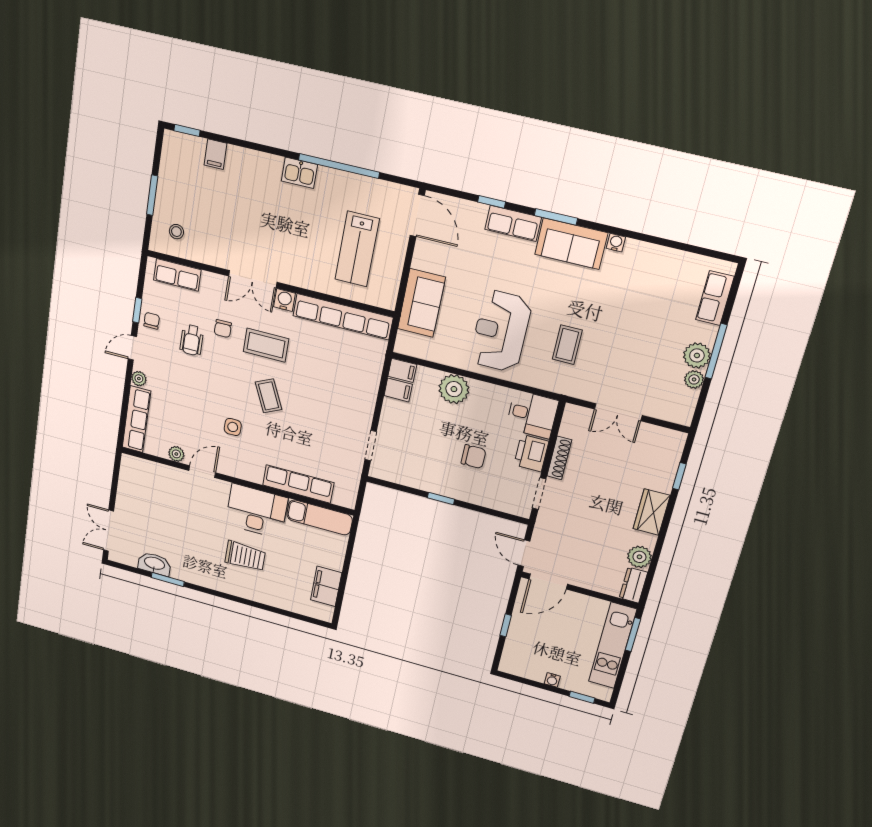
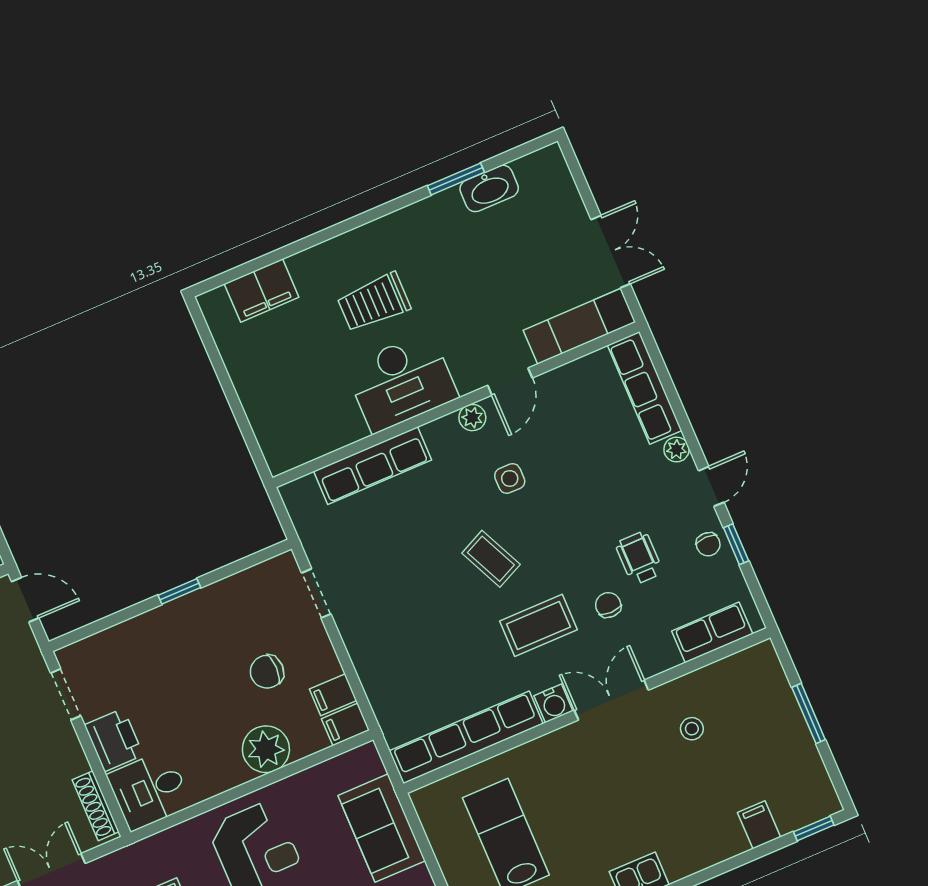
stool: (176, 232) -> (692, 729), moved
plant: (176, 454) -> (472, 418), moved
chair: (473, 457) -> (267, 672), moved
shoe rack: (559, 458) -> (96, 806), moved
exam couch: (320, 517) -> (579, 326), moved
double door: (109, 531) -> (611, 252), moved
filing cabinet: (326, 586) -> (262, 291), moved, turned 90

